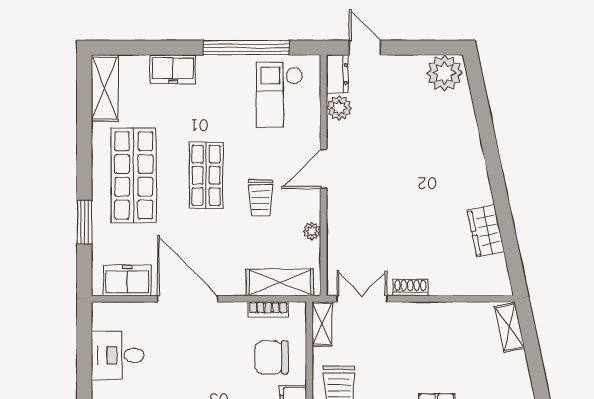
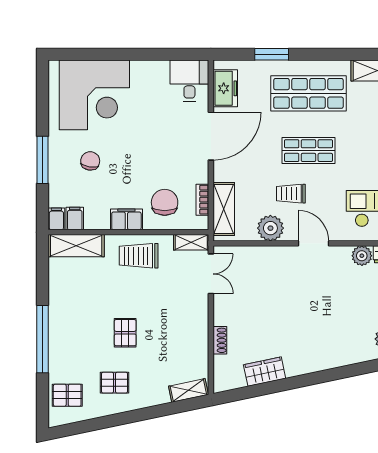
plant: (312, 231) -> (270, 228), width x1.88, depth x1.88
shoe rack: (410, 287) -> (220, 340), moved
desk: (118, 355) -> (189, 81), moved

